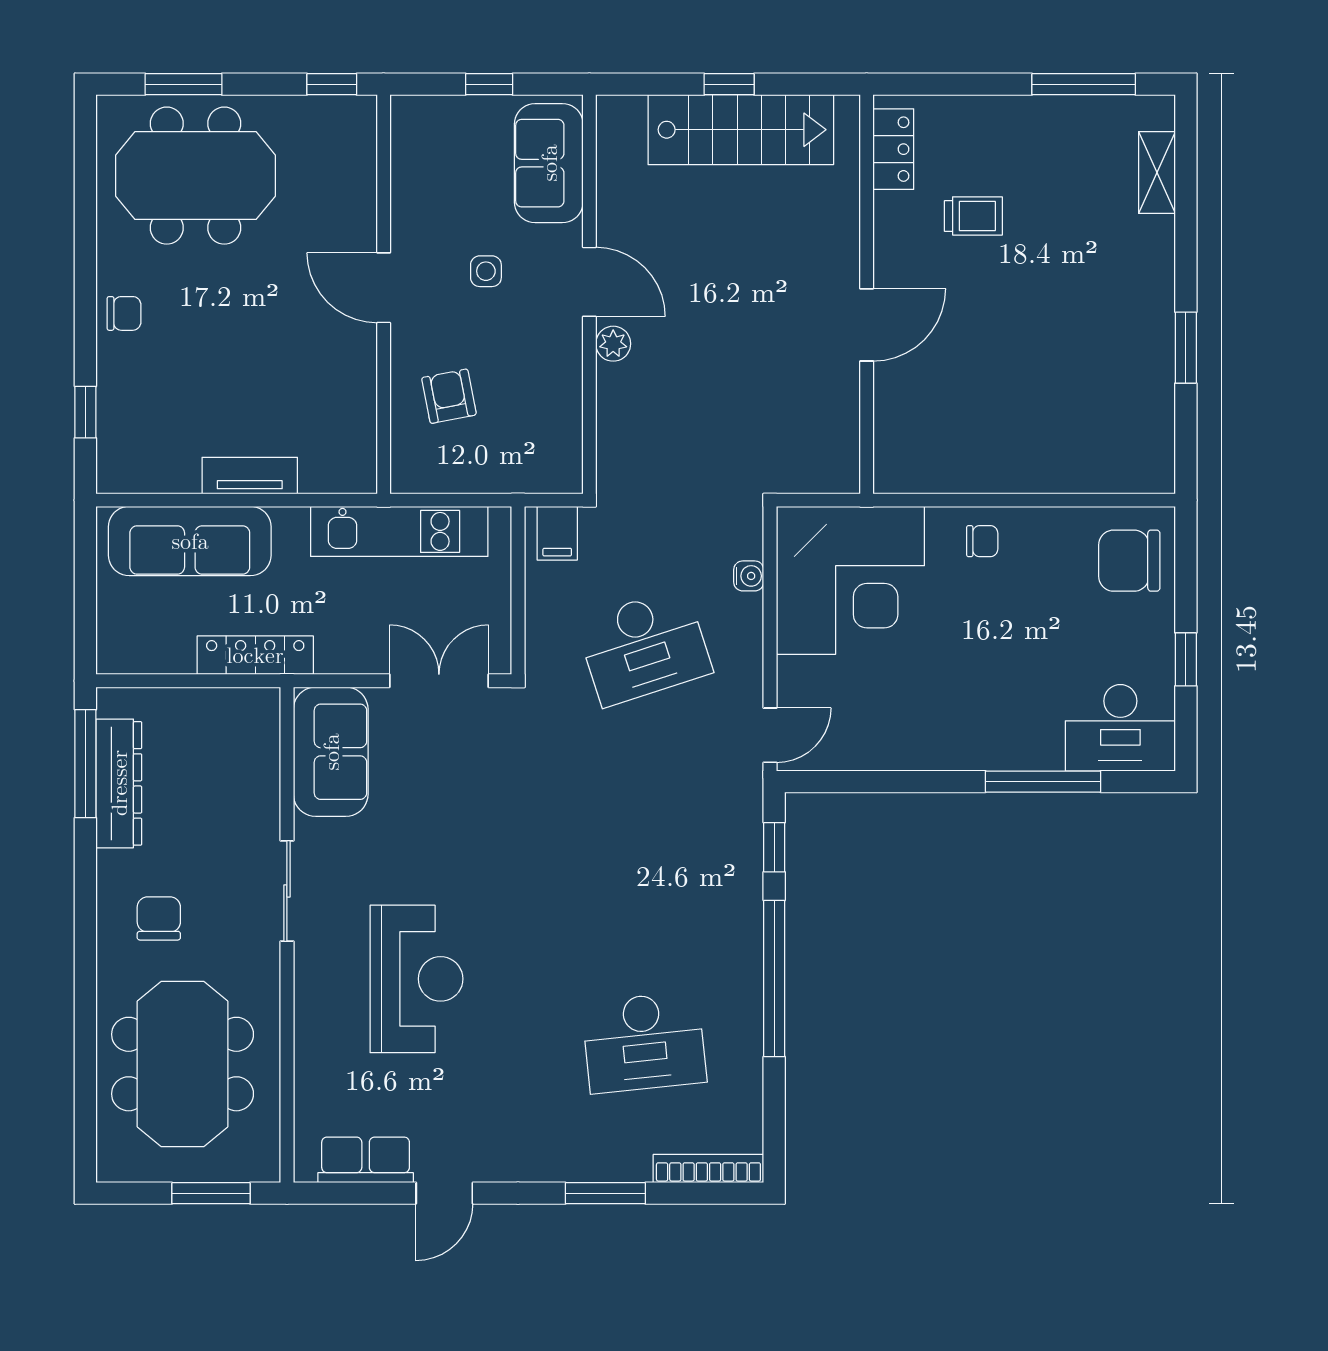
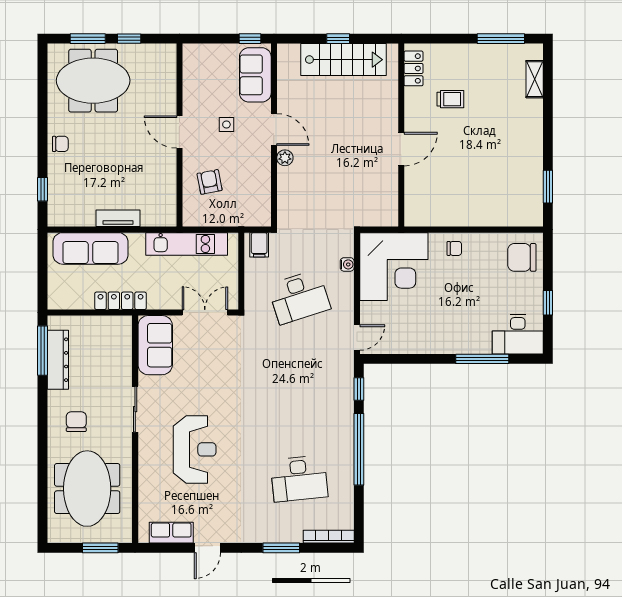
window: (332, 84) -> (129, 39), moved
window: (489, 84) -> (250, 39), moved
window: (1186, 348) -> (548, 187), moved

